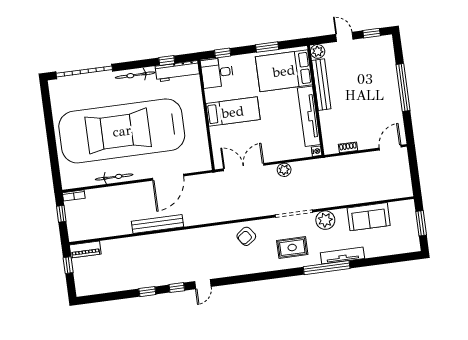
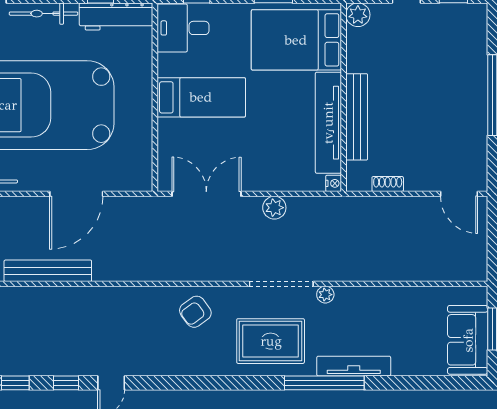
bench: (321, 85) -> (357, 117), moved
door: (390, 148) -> (459, 194), swing flipped
sofa: (369, 217) -> (468, 340), moved, turned 90
plant: (325, 220) -> (325, 295), width x0.53, depth x0.53
rug: (292, 248) -> (271, 341), width x1.36, depth x1.43

